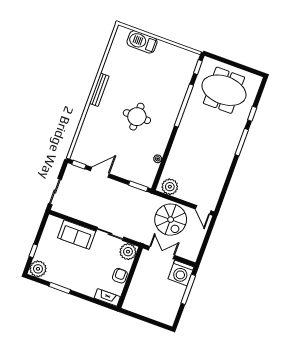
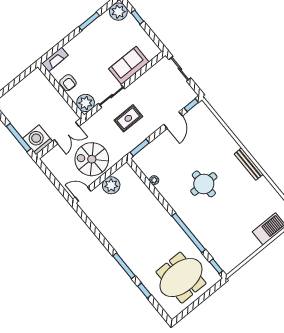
plant: (170, 187) -> (111, 185), moved
rug: (120, 210) -> (128, 118), added

